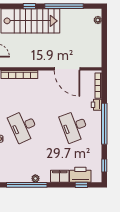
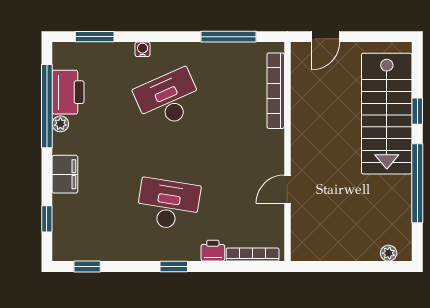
door: (67, 69) -> (287, 189), width x0.53
window: (104, 124) -> (174, 267), width x0.32
desk: (74, 126) -> (168, 204), turned 30
printer: (80, 175) -> (68, 92), moved

